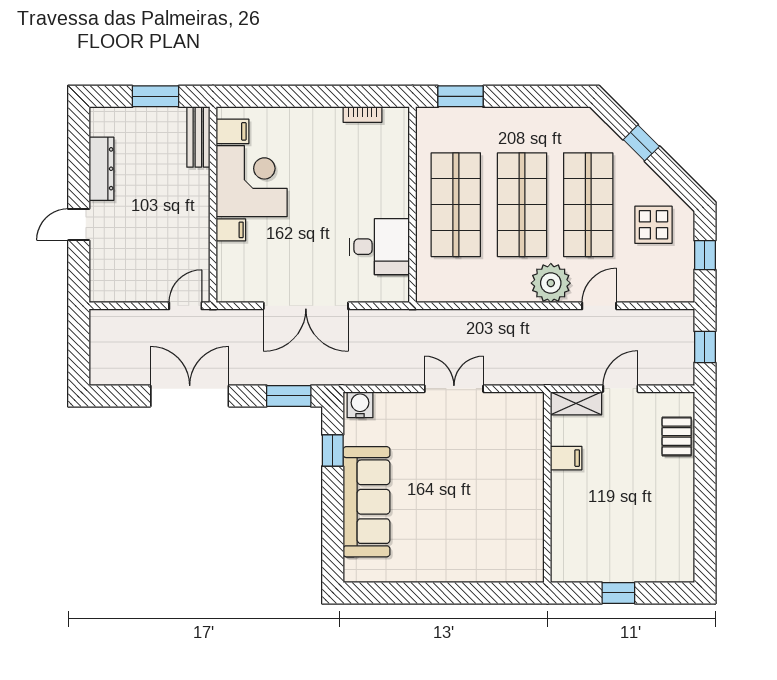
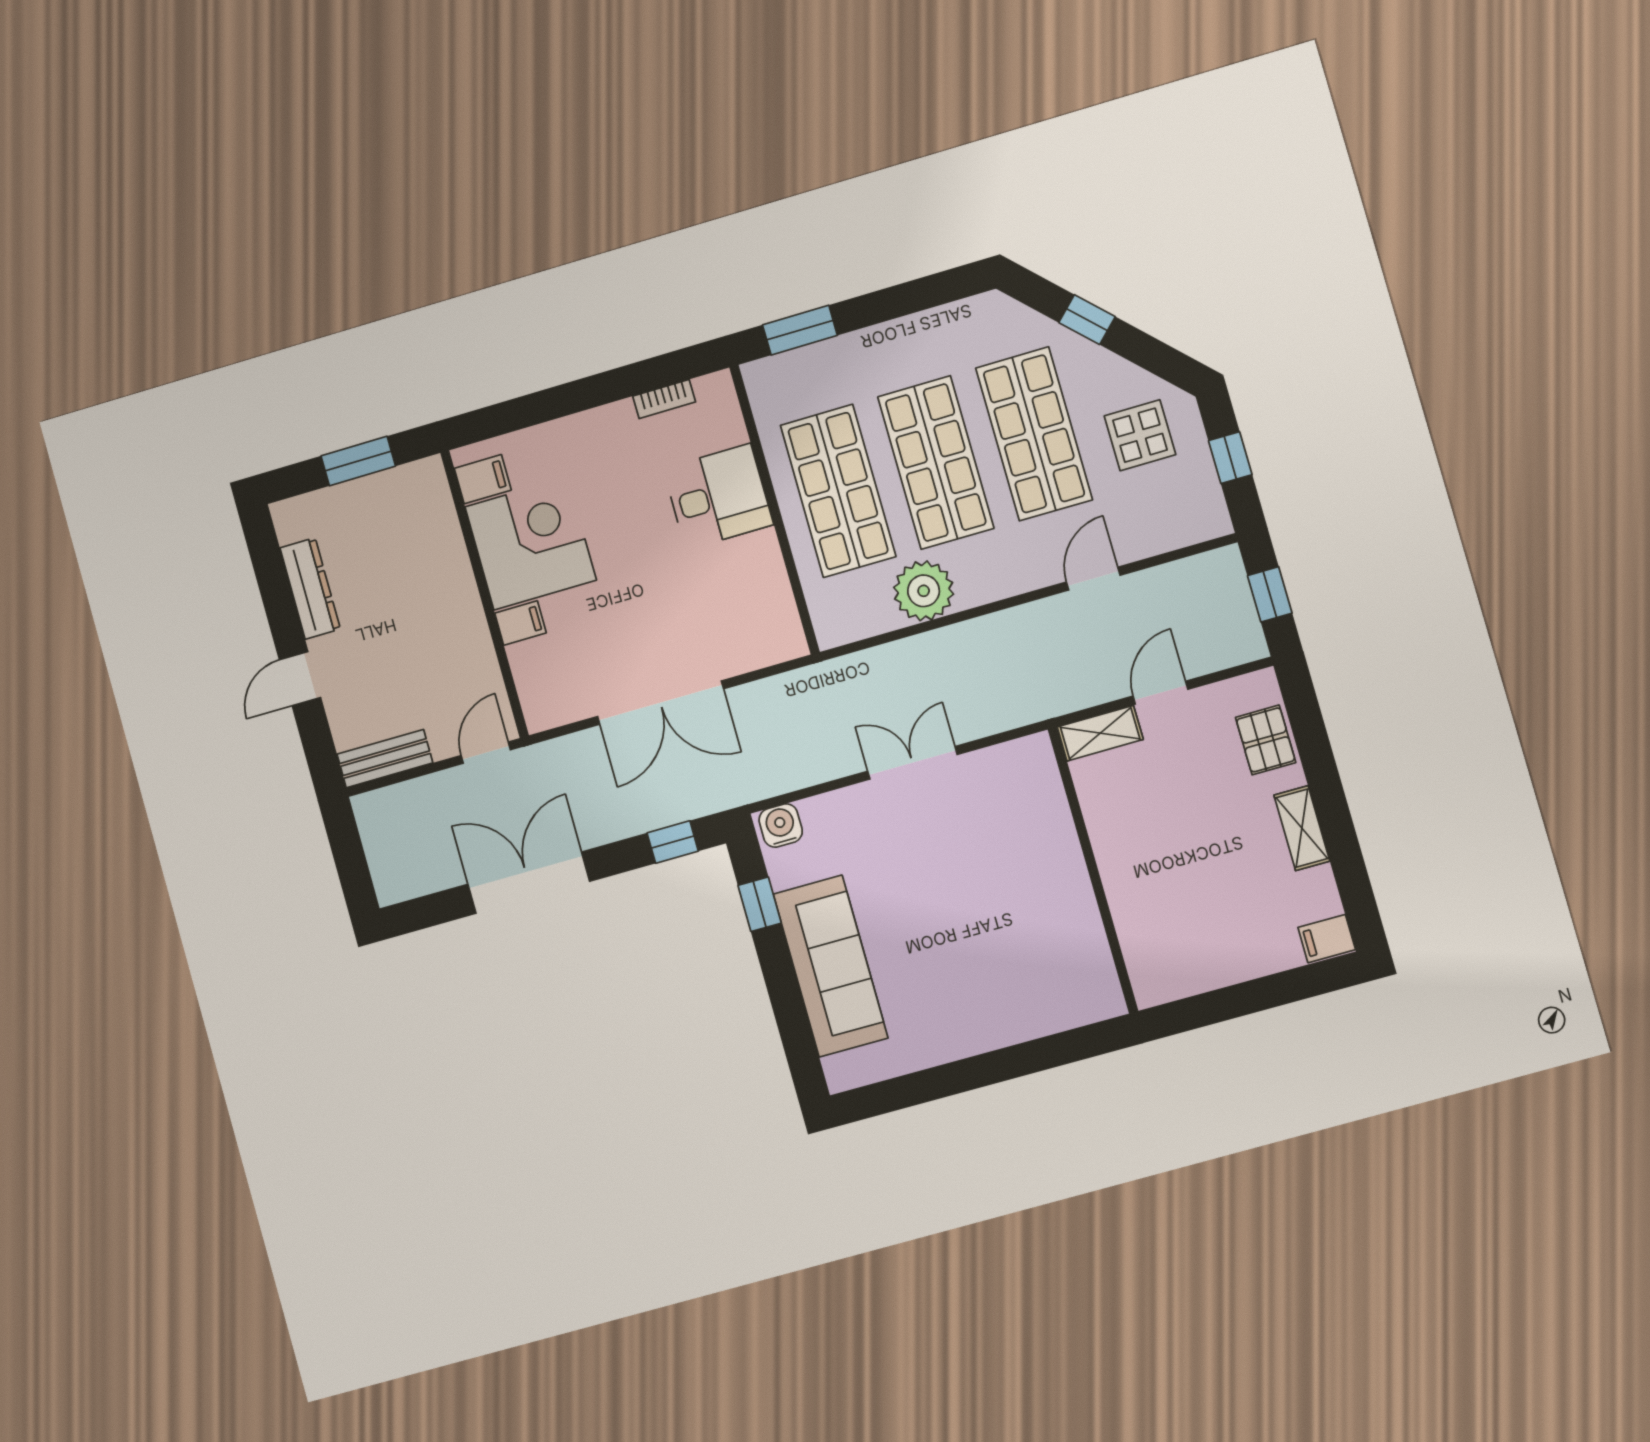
bench: (198, 137) -> (385, 759), moved, turned 90
desk: (379, 247) -> (718, 497), moved
plant: (551, 283) -> (924, 591), moved
window: (289, 396) -> (673, 842), width x0.67
filing cabinet: (566, 458) -> (1327, 939), moved, turned 180
shelving: (683, 497) -> (1302, 828), added
window: (618, 593) -> (1245, 999), removed

